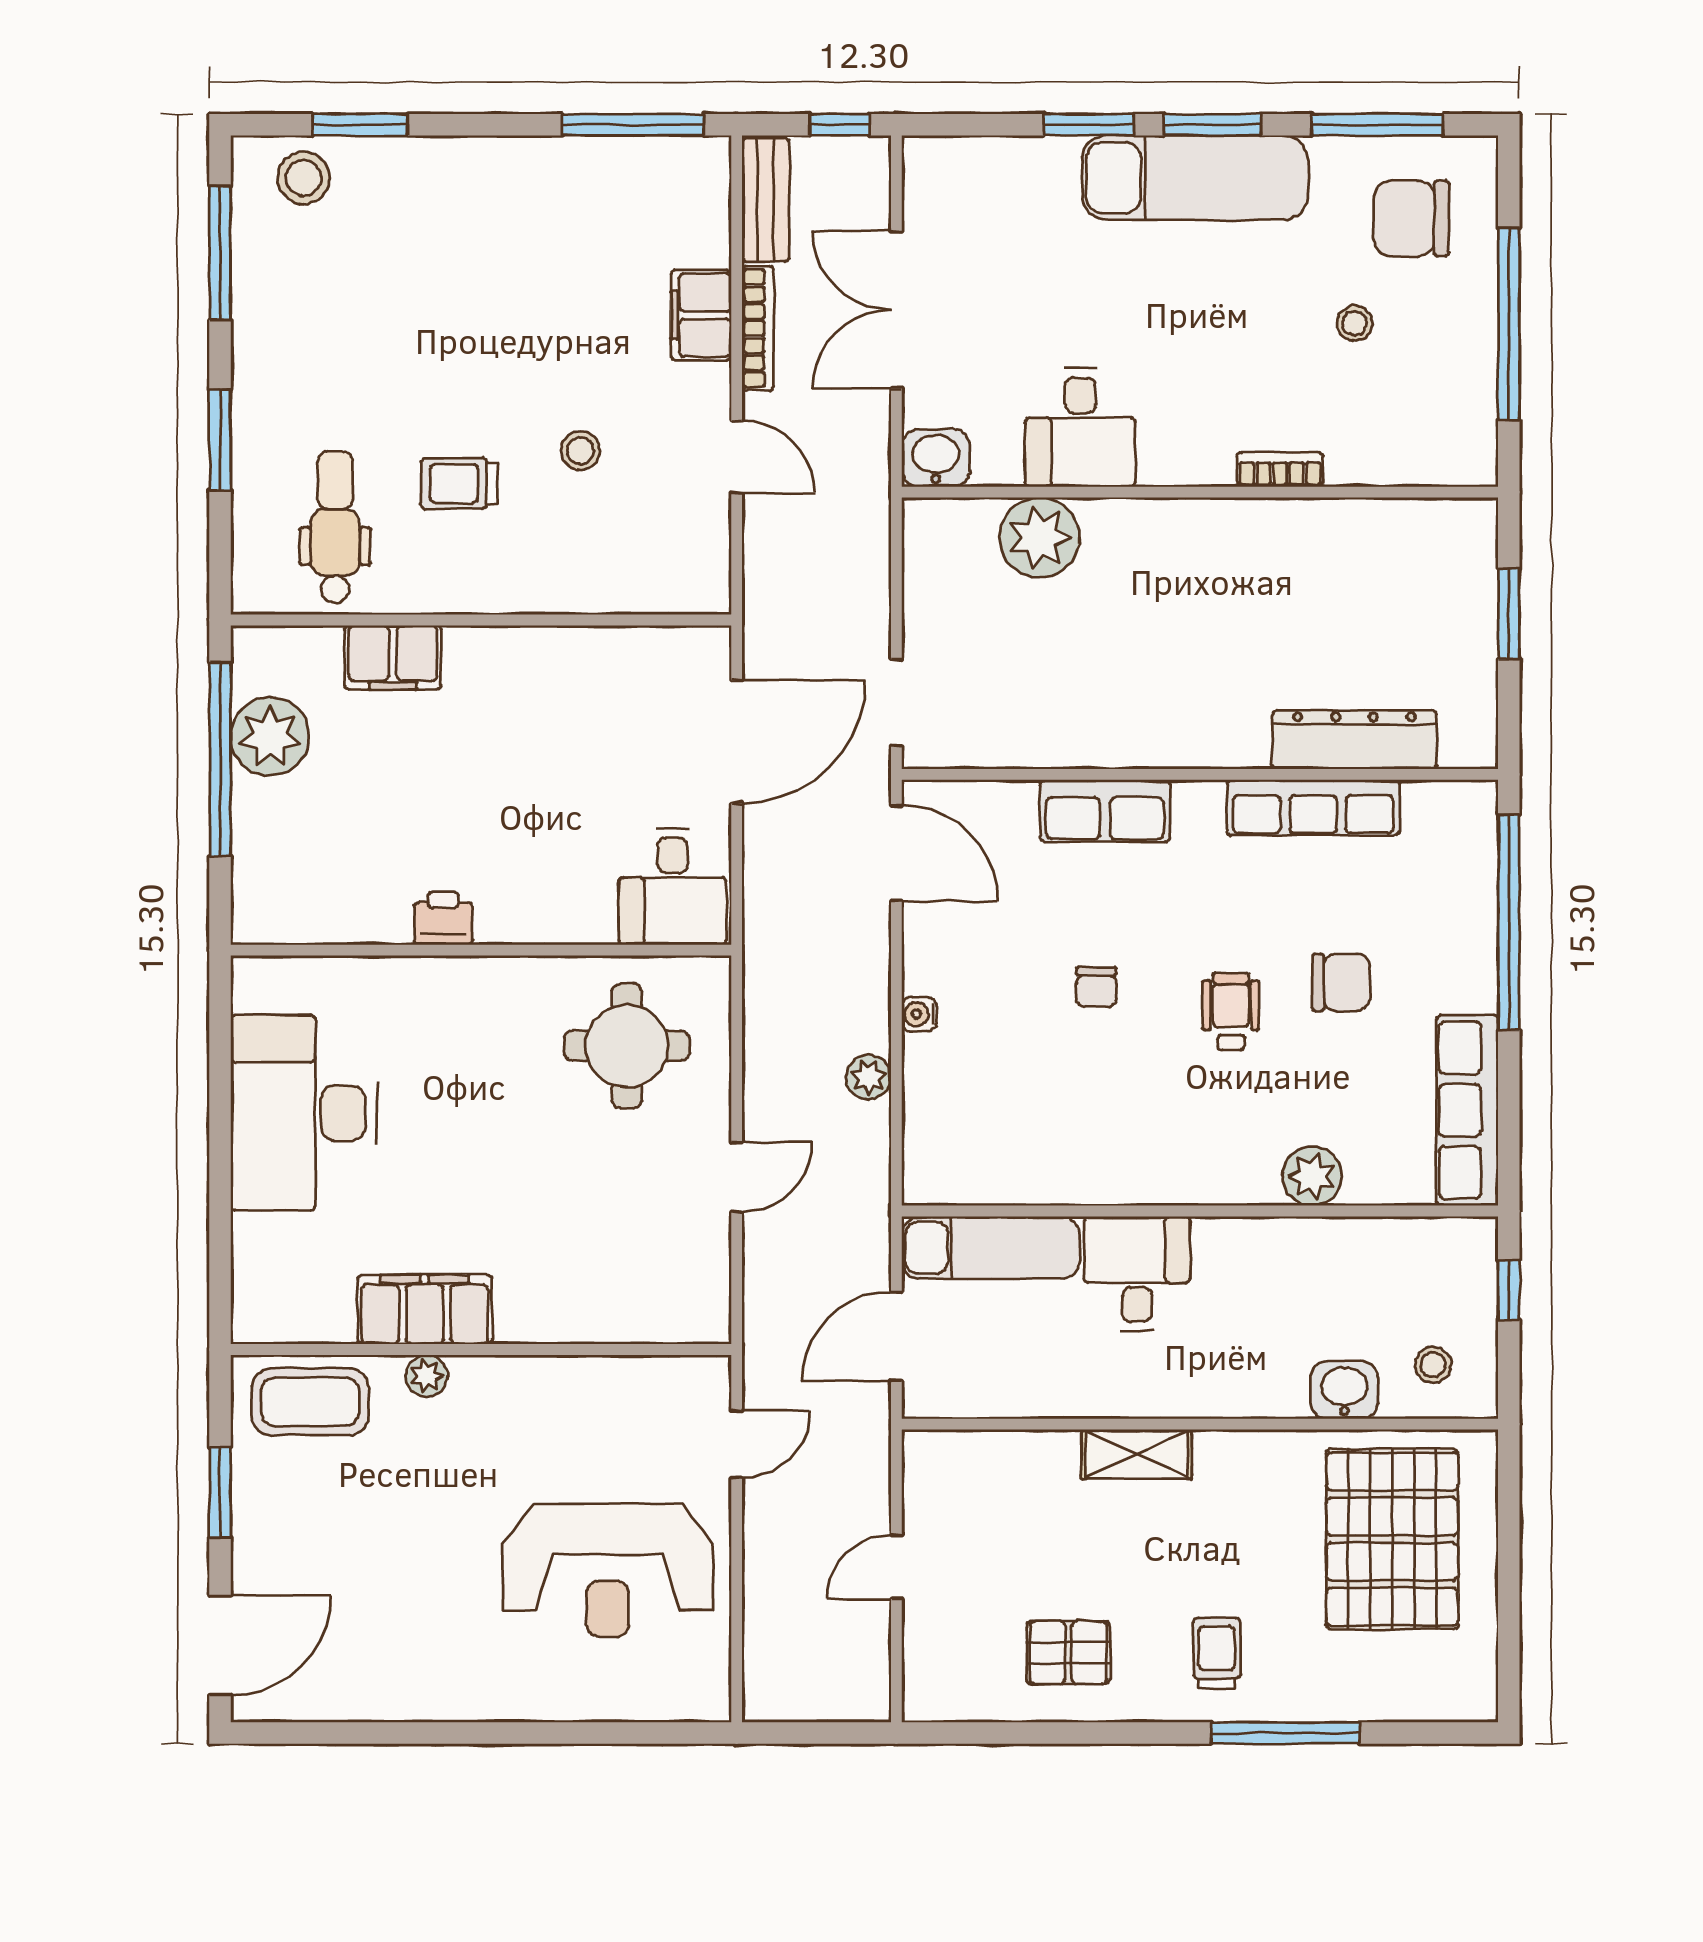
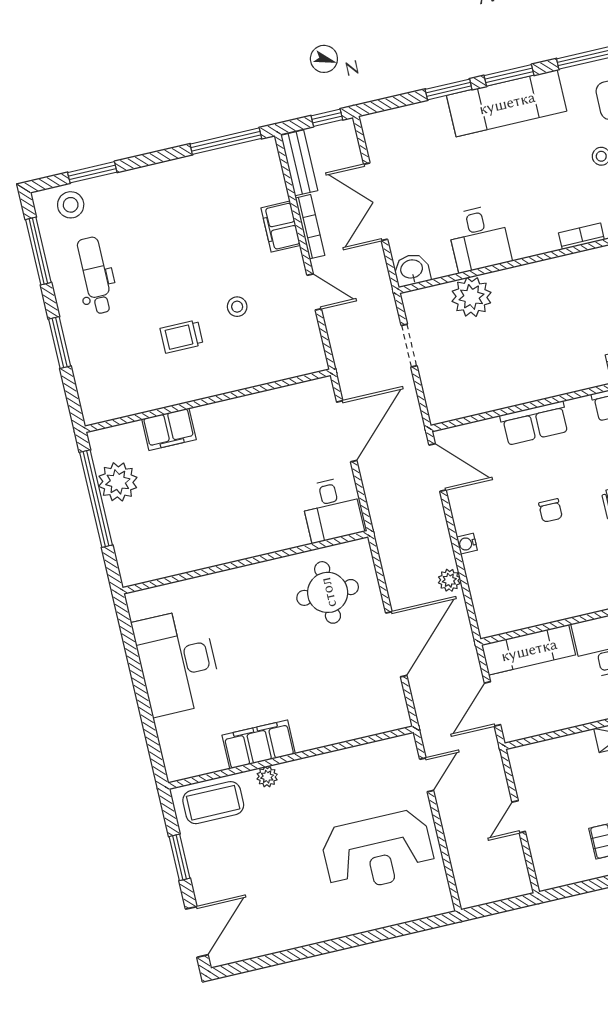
dental chair: (335, 527) -> (95, 275), moved
doorway: (896, 702) -> (409, 346), moved
printer: (443, 918) -> (223, 551), removed
door: (737, 1177) -> (396, 644), width x1.88

